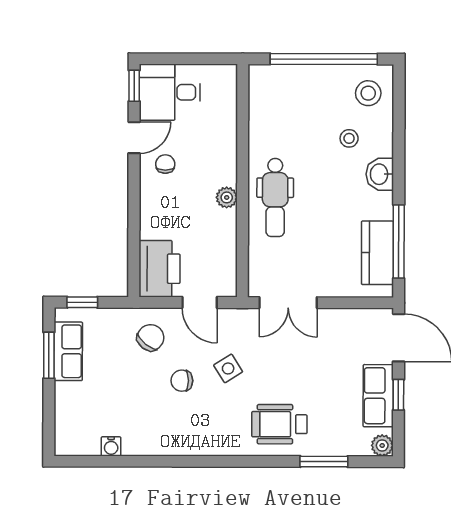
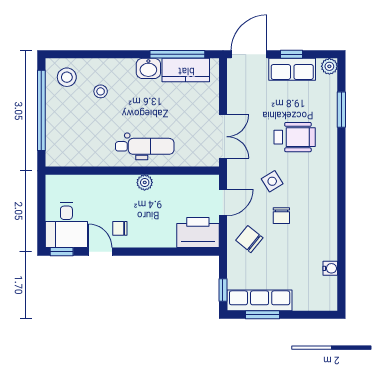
washbasin: (380, 174) -> (148, 68), moved
row of seats: (68, 351) -> (260, 300), width x1.48
wheelchair: (279, 424) -> (295, 137), moved, turned -90

